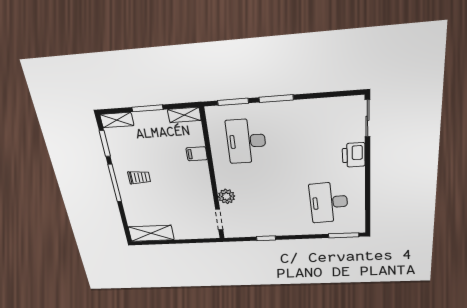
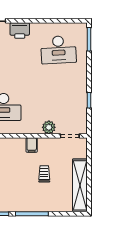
filing cabinet: (197, 154) -> (32, 145), moved
trolley: (139, 177) -> (44, 174), moved
shelving: (151, 233) -> (80, 185), width x1.47

